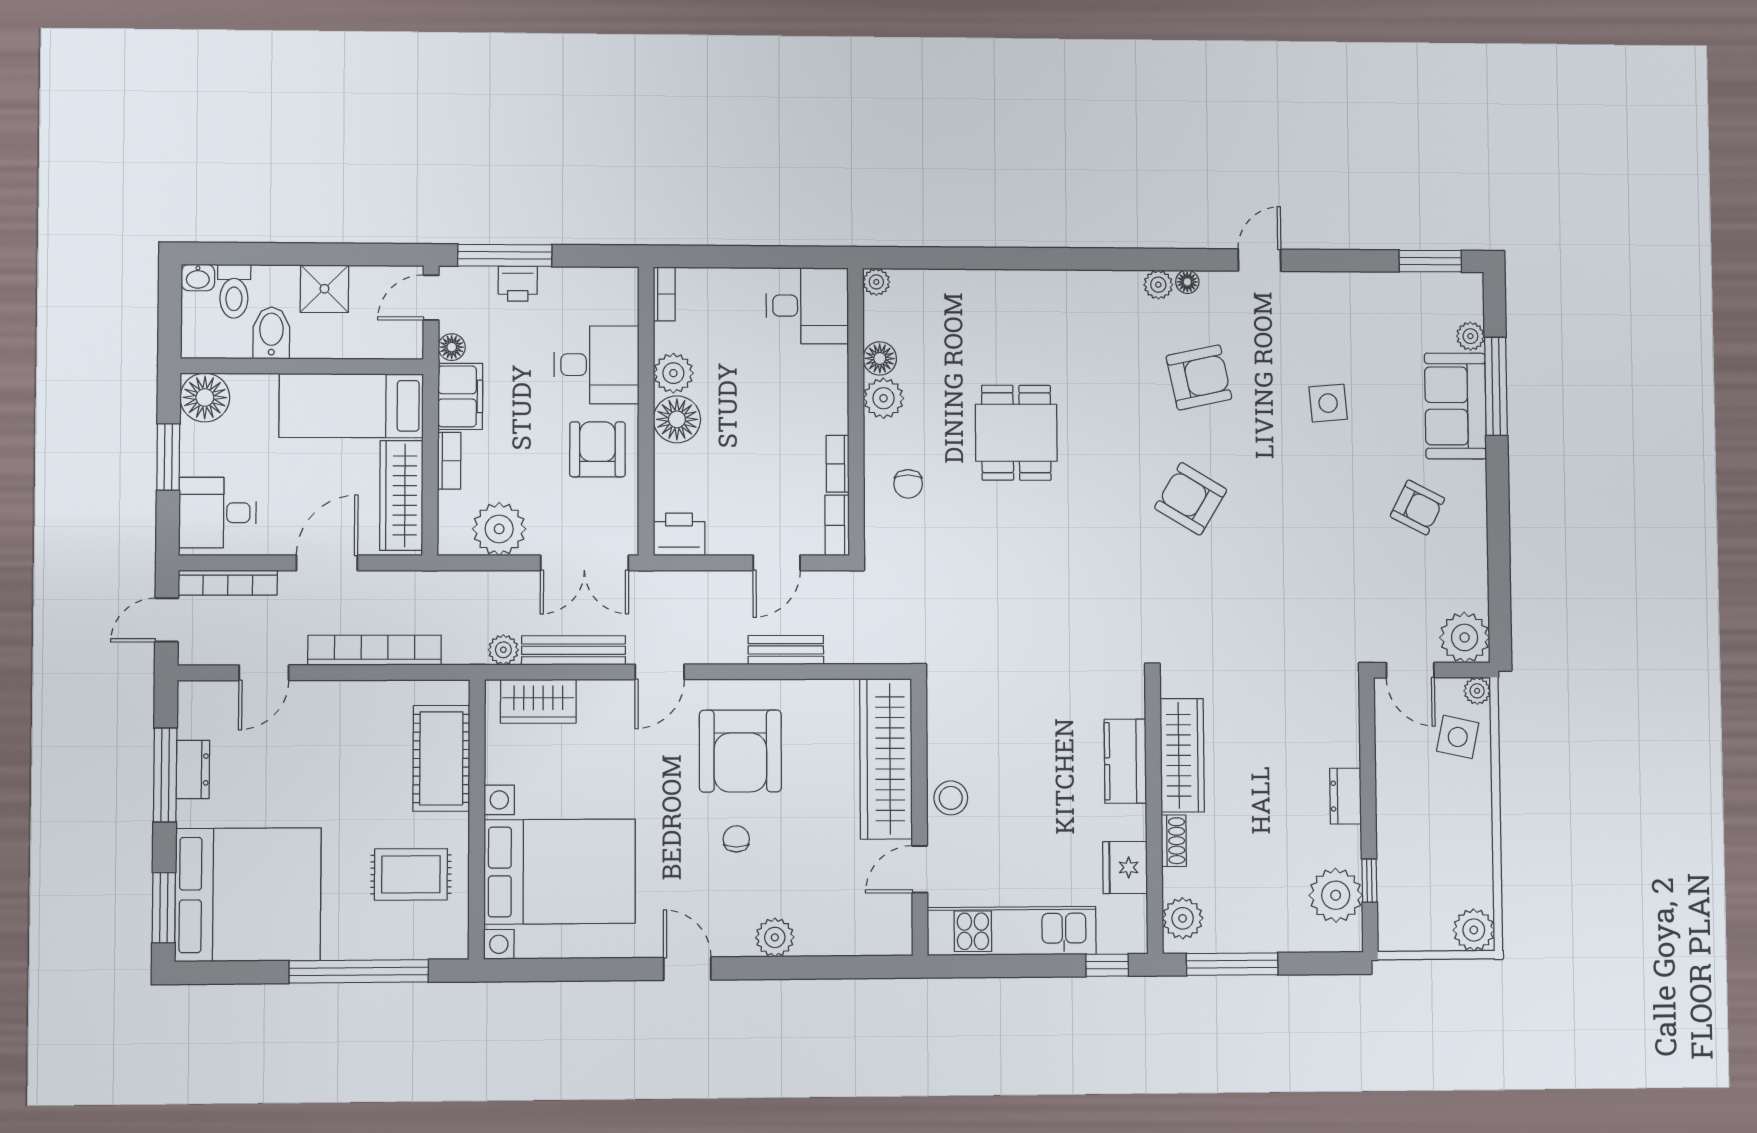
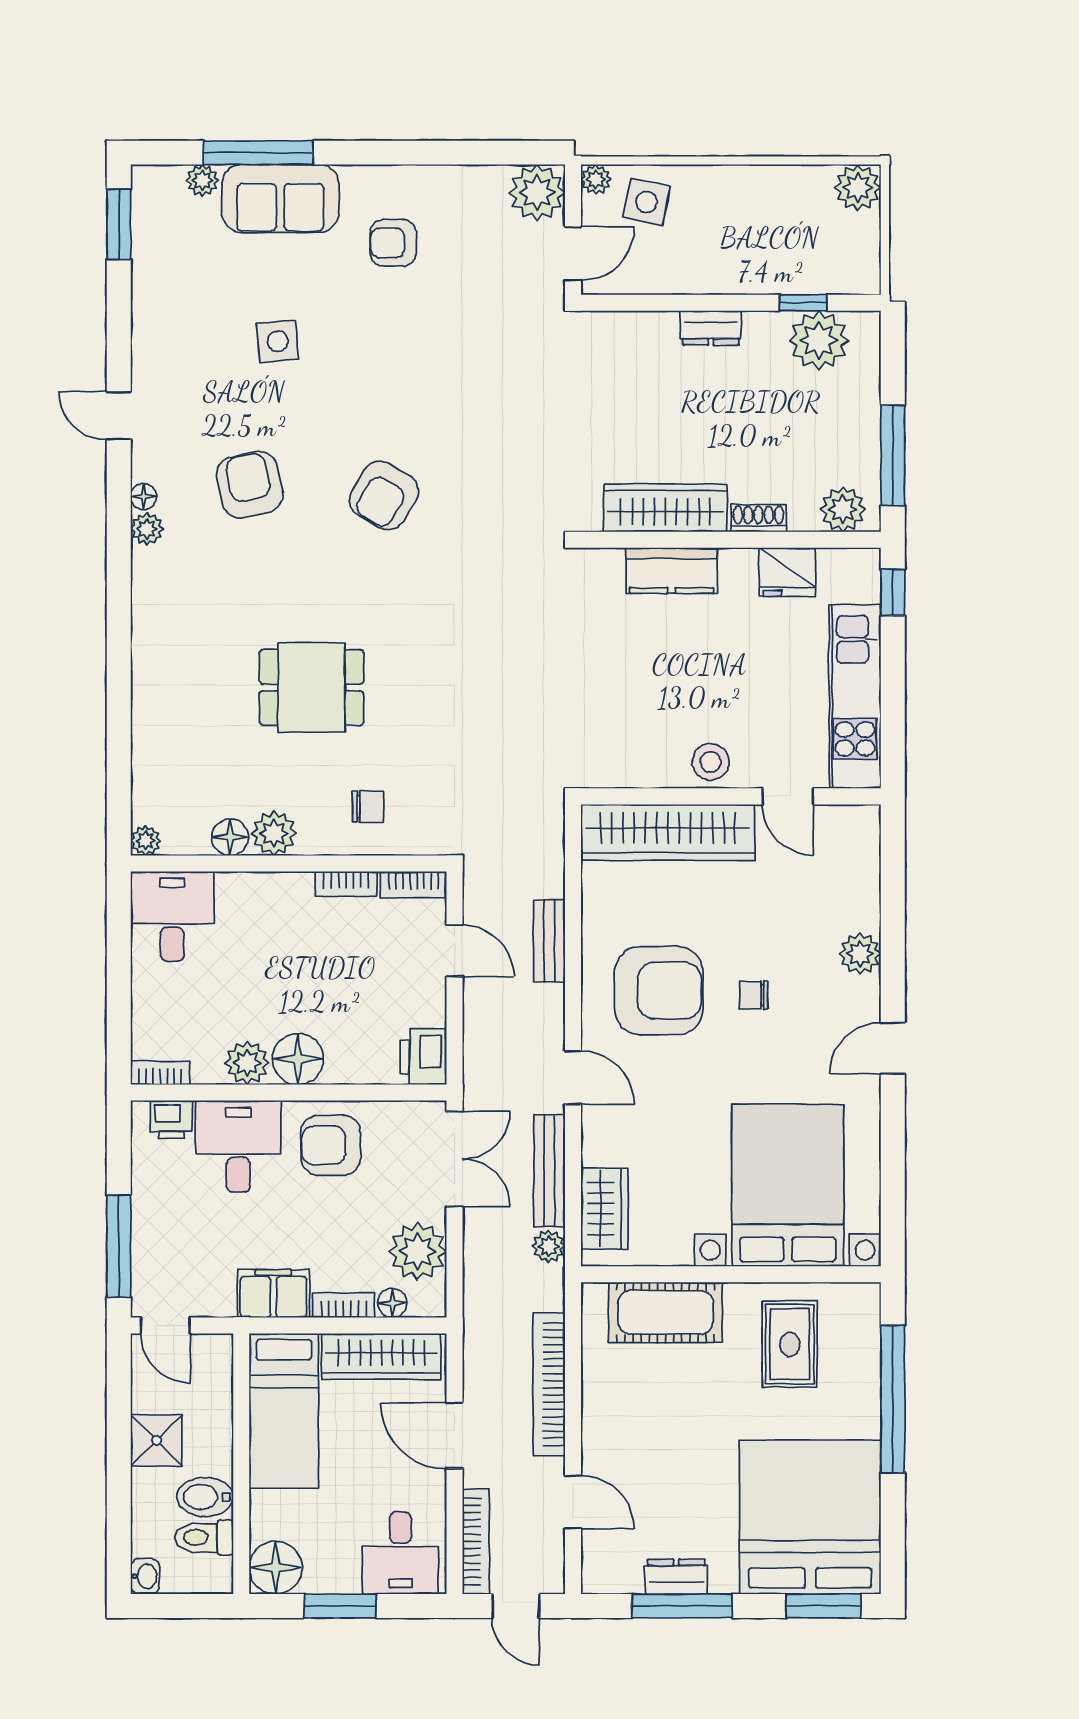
printer: (518, 284) -> (171, 1120), moved, turned 90
toilet: (234, 291) -> (204, 1537), moved, turned 180
floor lamp: (452, 347) -> (392, 1303), moved
armchair: (1417, 507) -> (393, 243), turned -117

